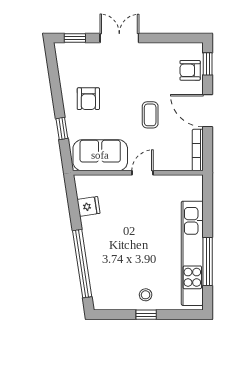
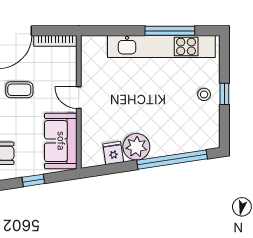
plant: (95, 229) -> (136, 147), added

